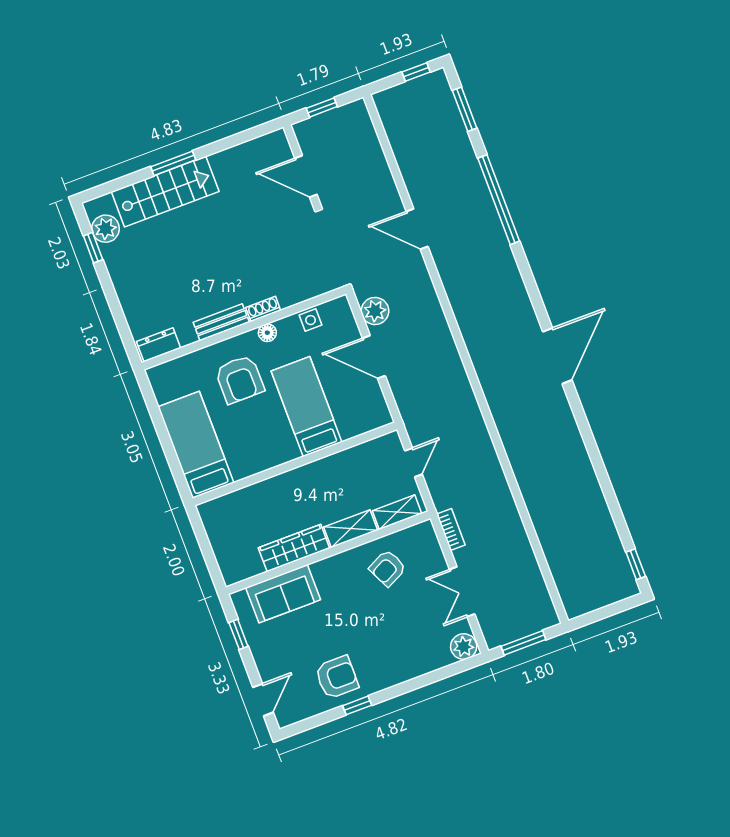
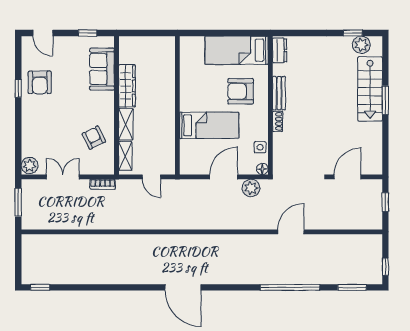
floor lamp: (267, 333) -> (262, 169), moved
bed: (196, 445) -> (237, 50), moved, turned 180

